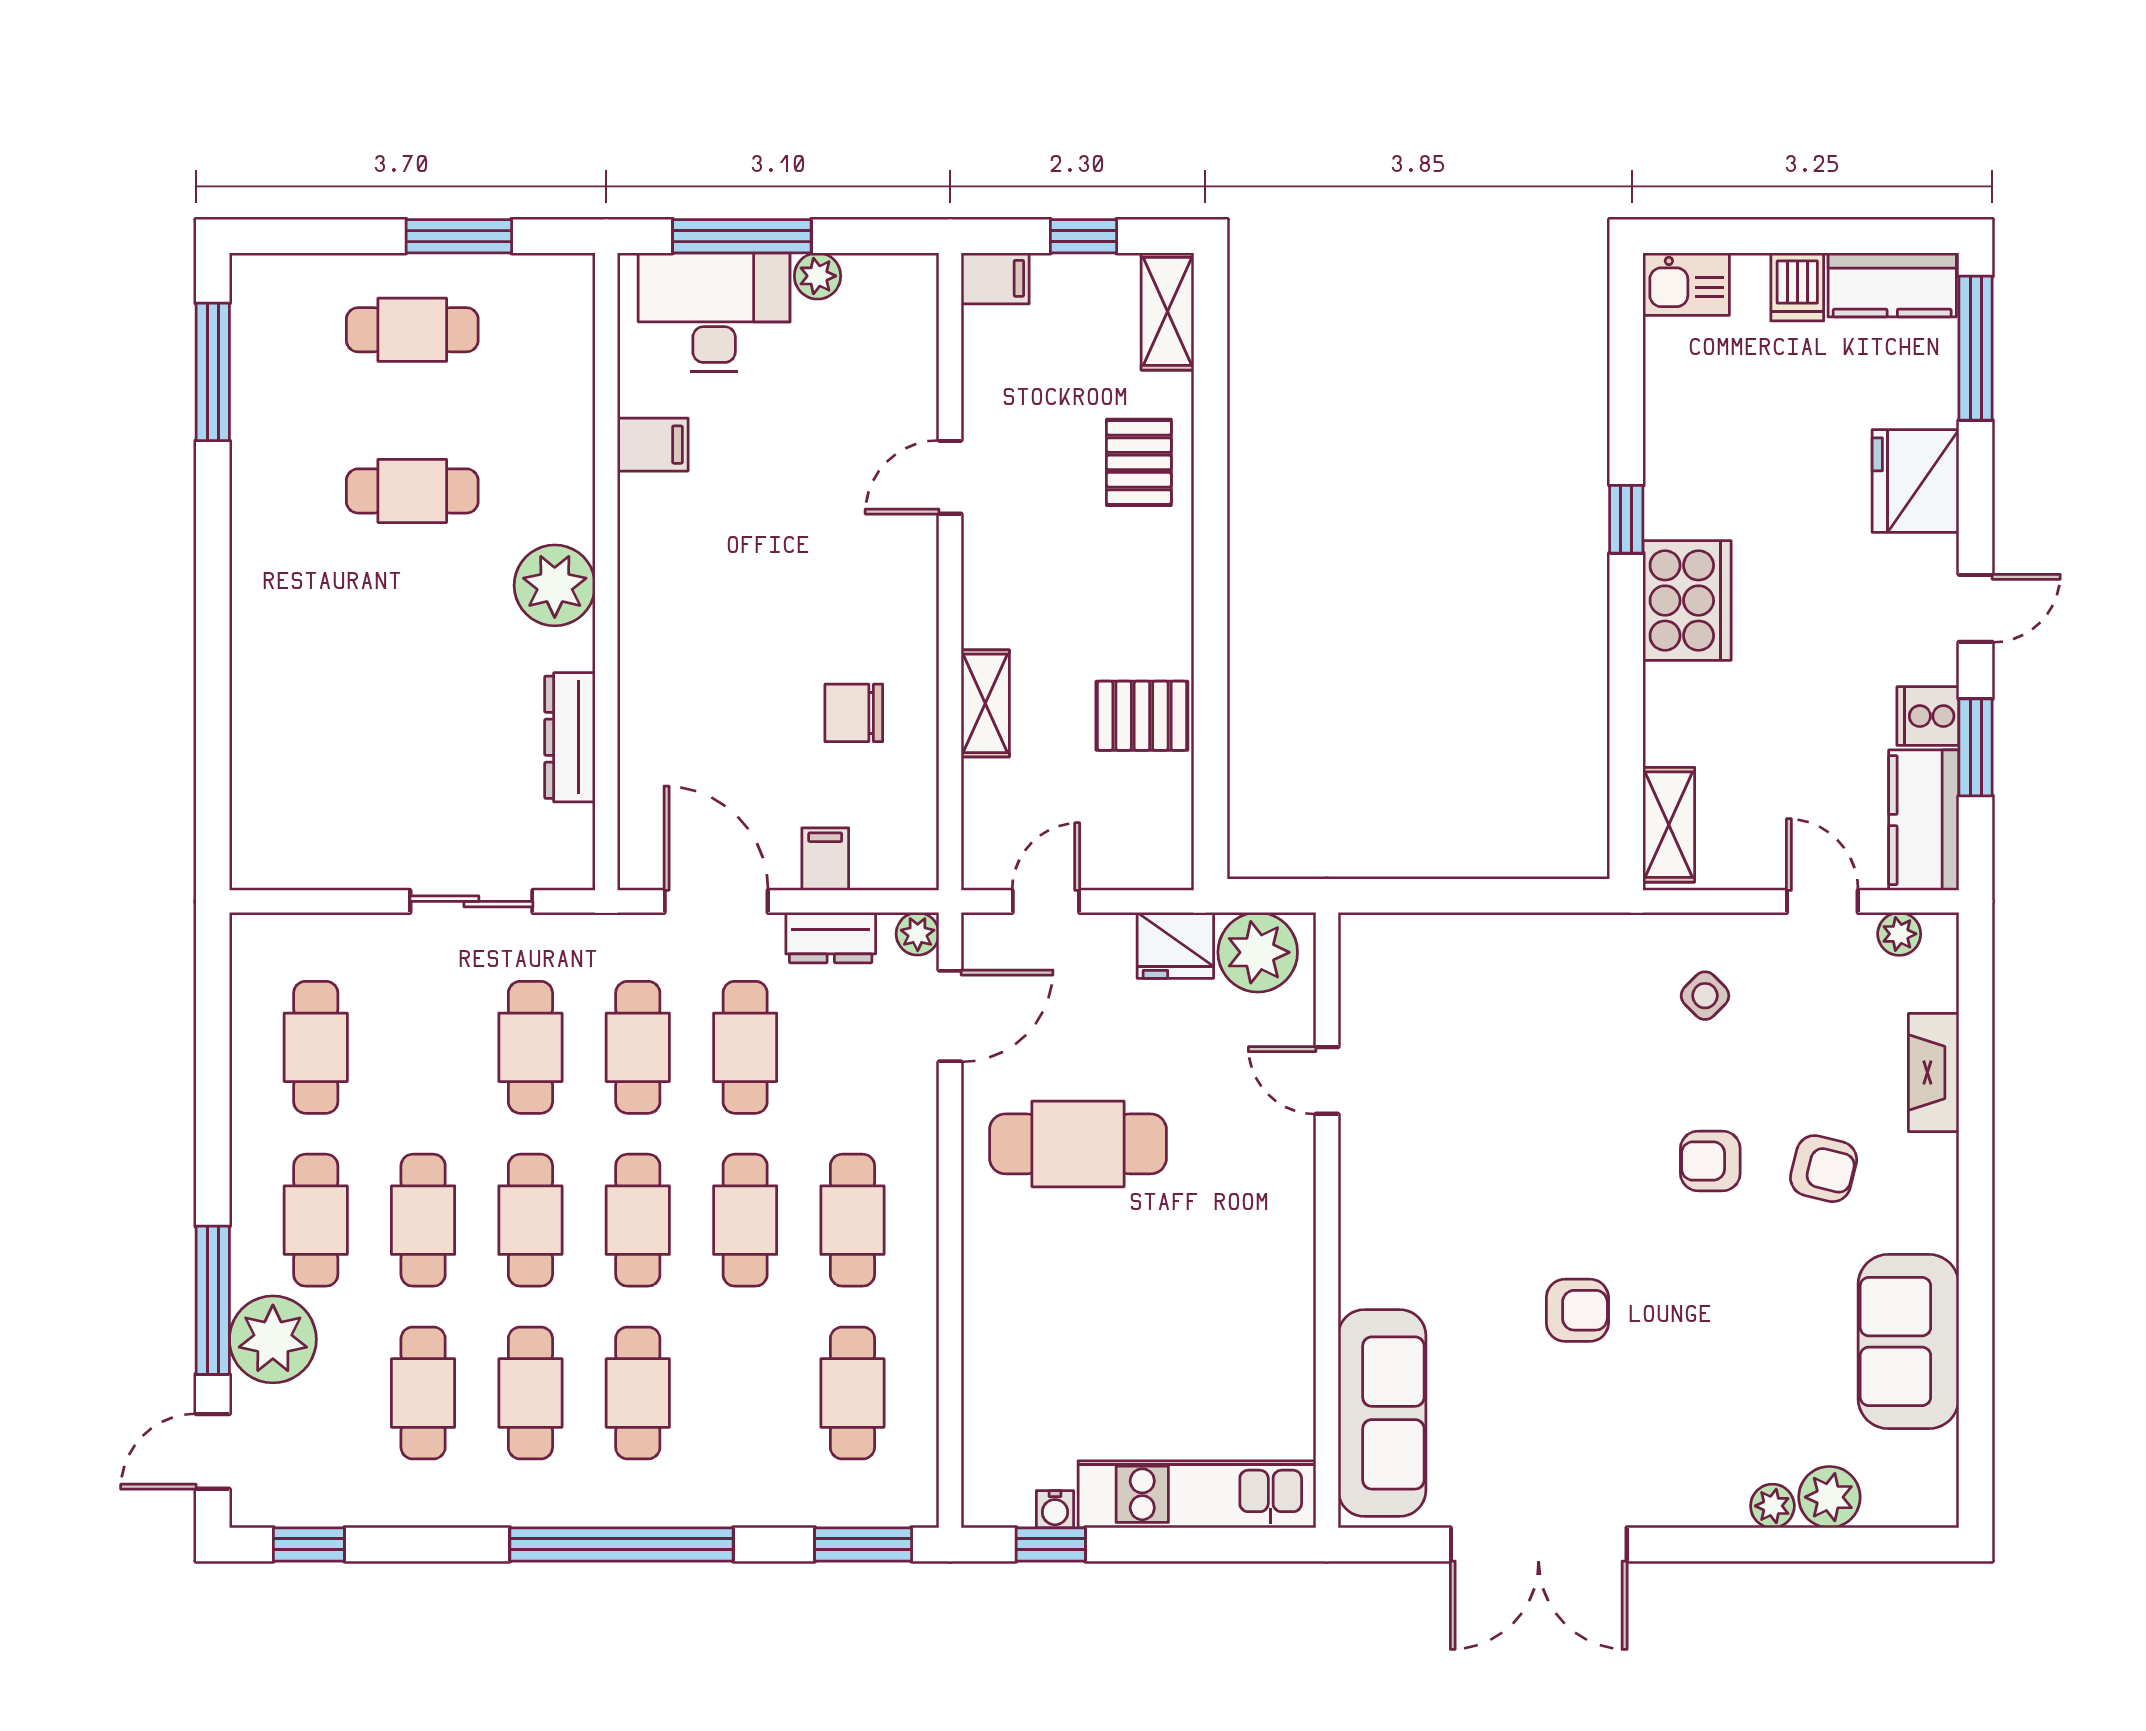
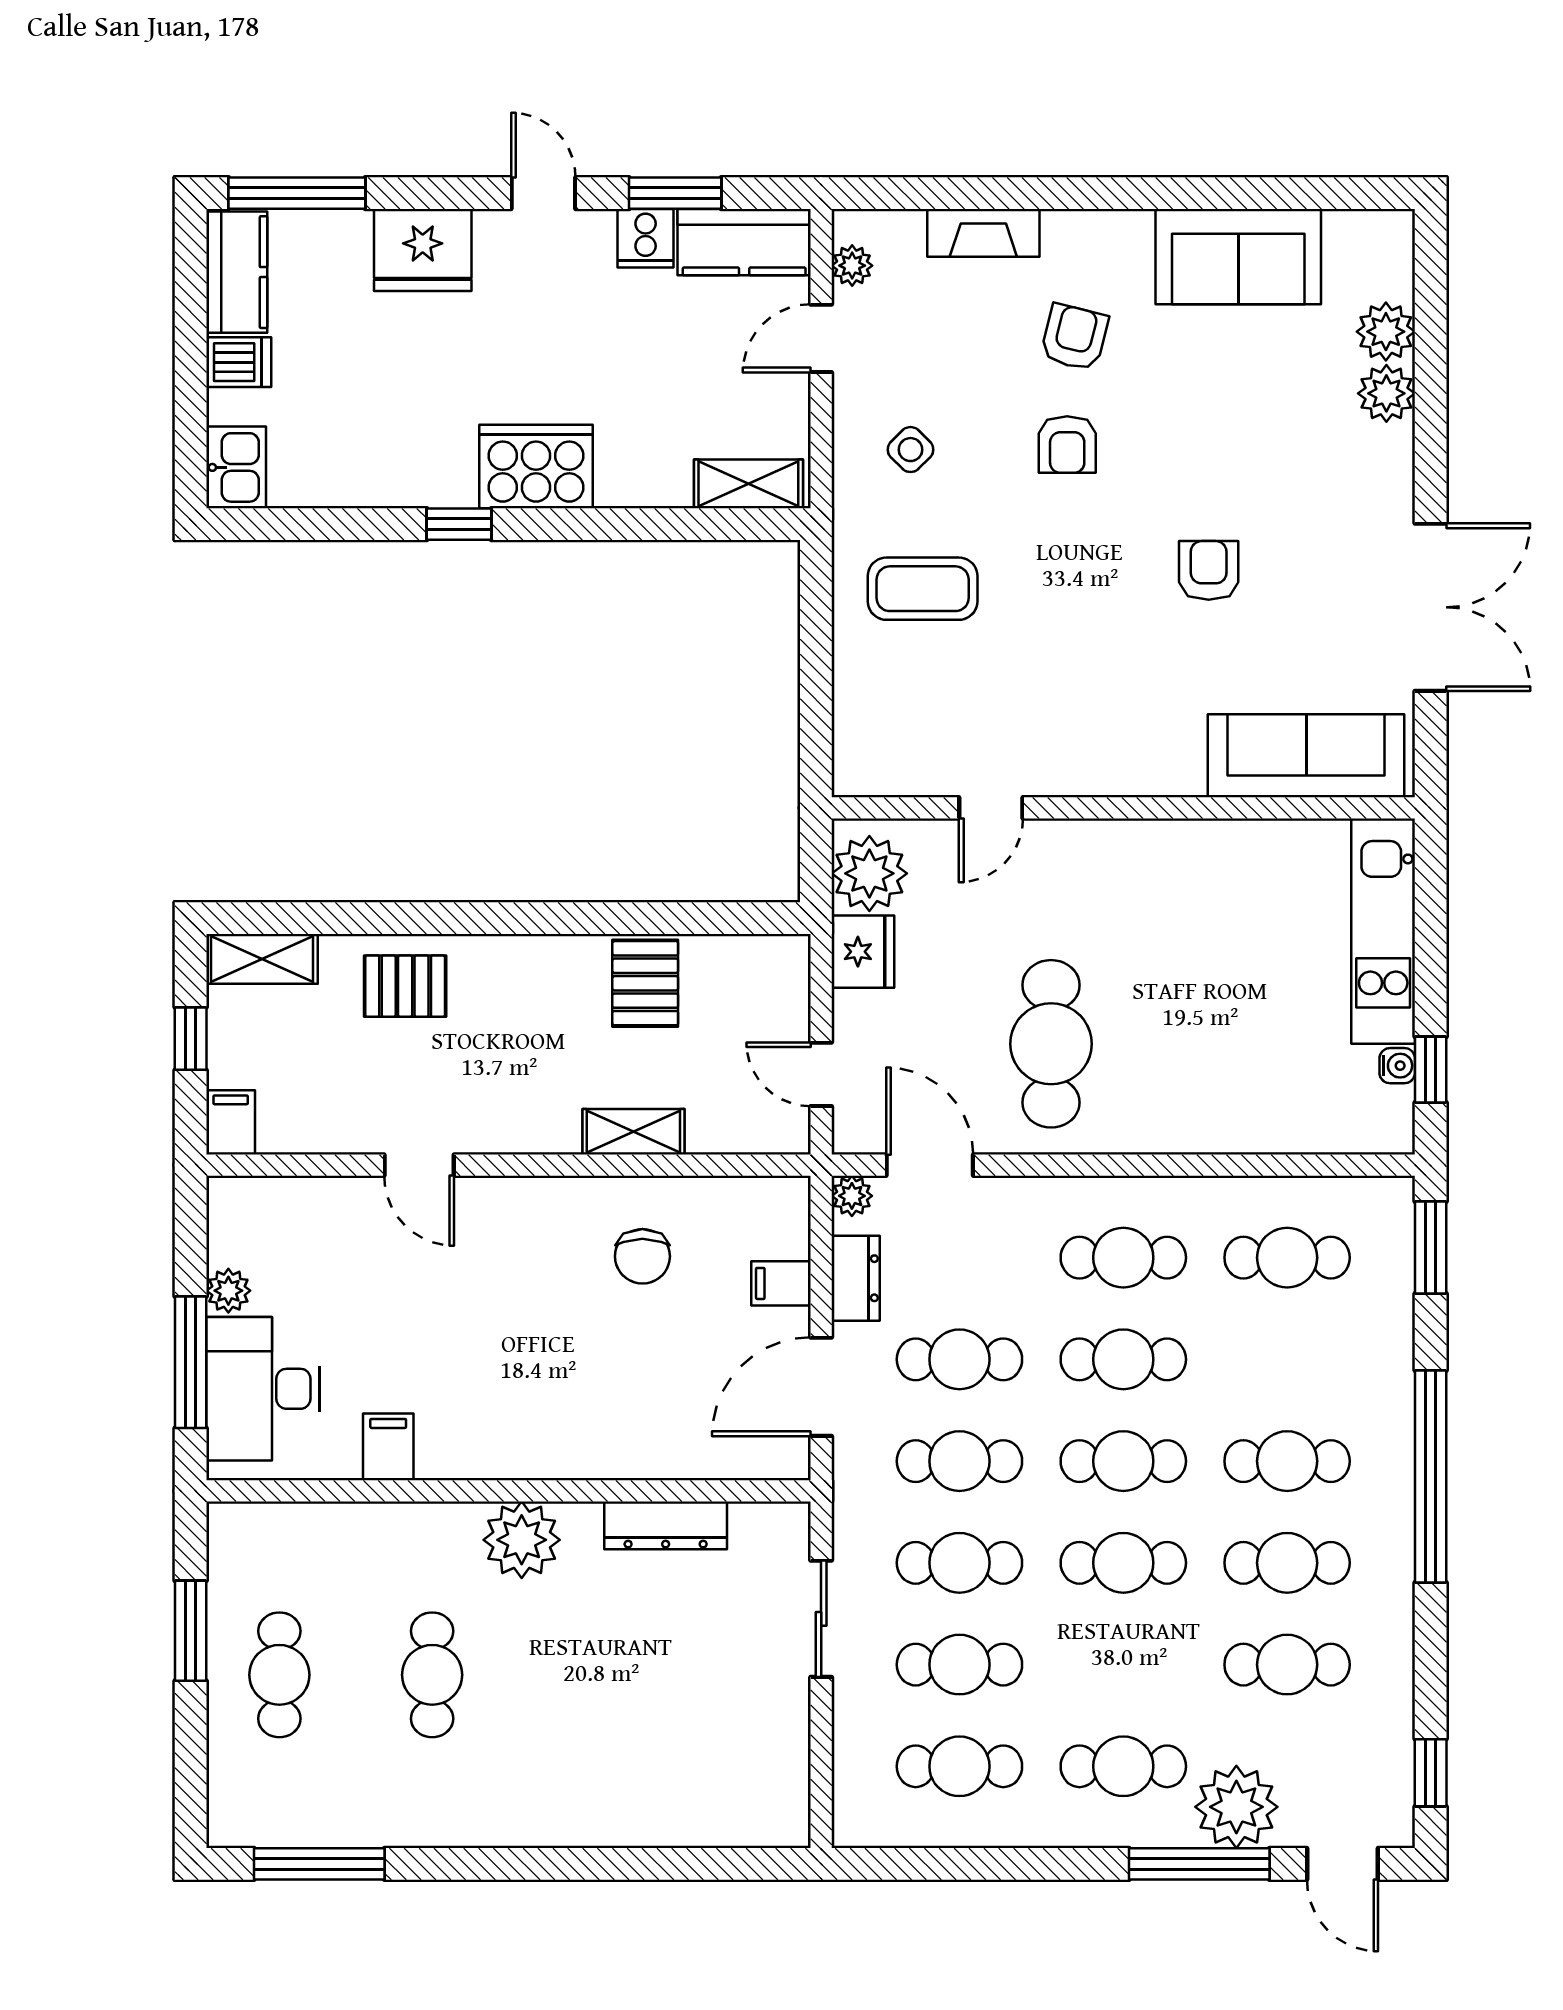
coffee table: (1558, 1008) -> (923, 589), added
cafe table: (423, 1220) -> (959, 1665), moved
plant: (1772, 1506) -> (1386, 393), width x1.38, depth x1.38

